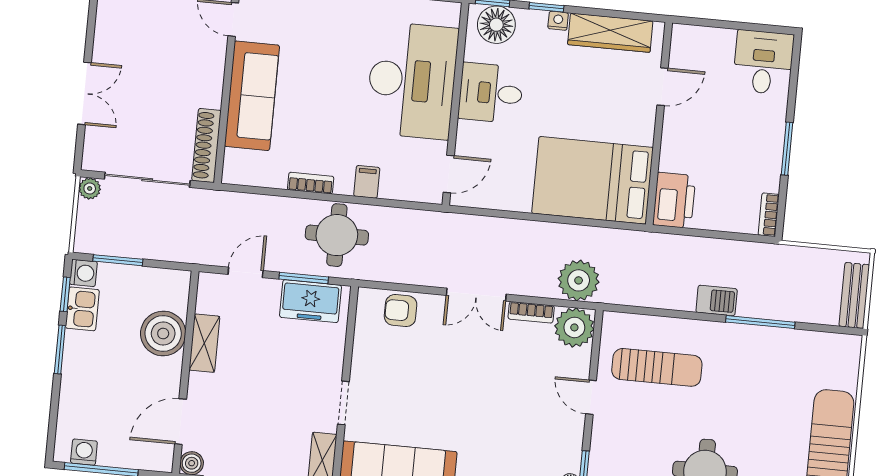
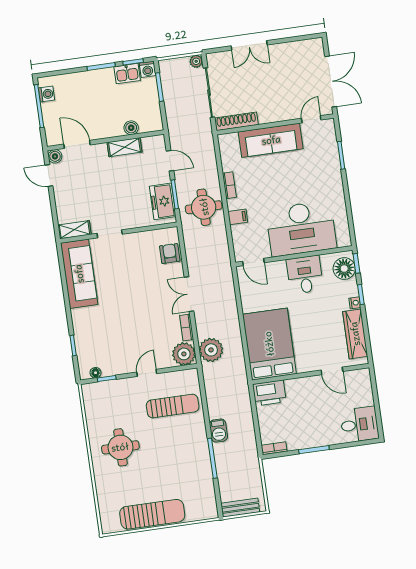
boiler: (163, 333) -> (131, 128), width x0.54, depth x0.54
sun lounger: (657, 367) -> (173, 406), turned -90

